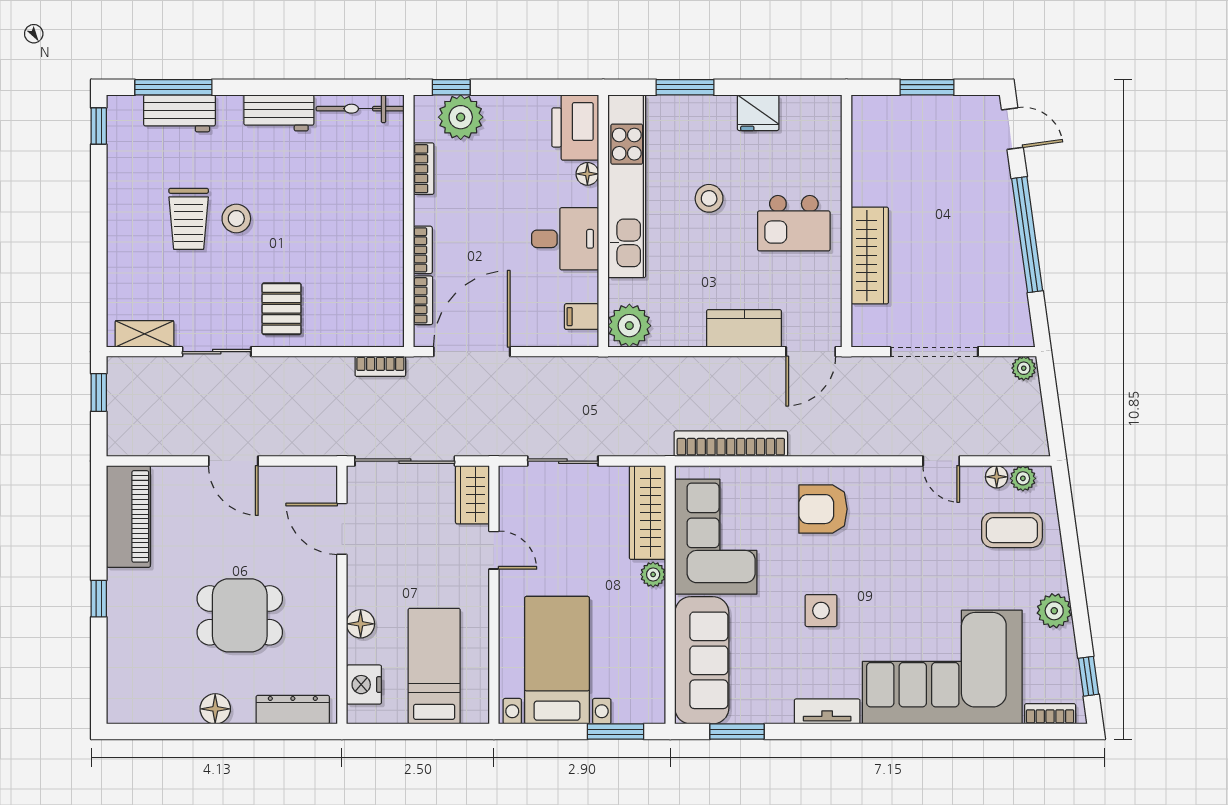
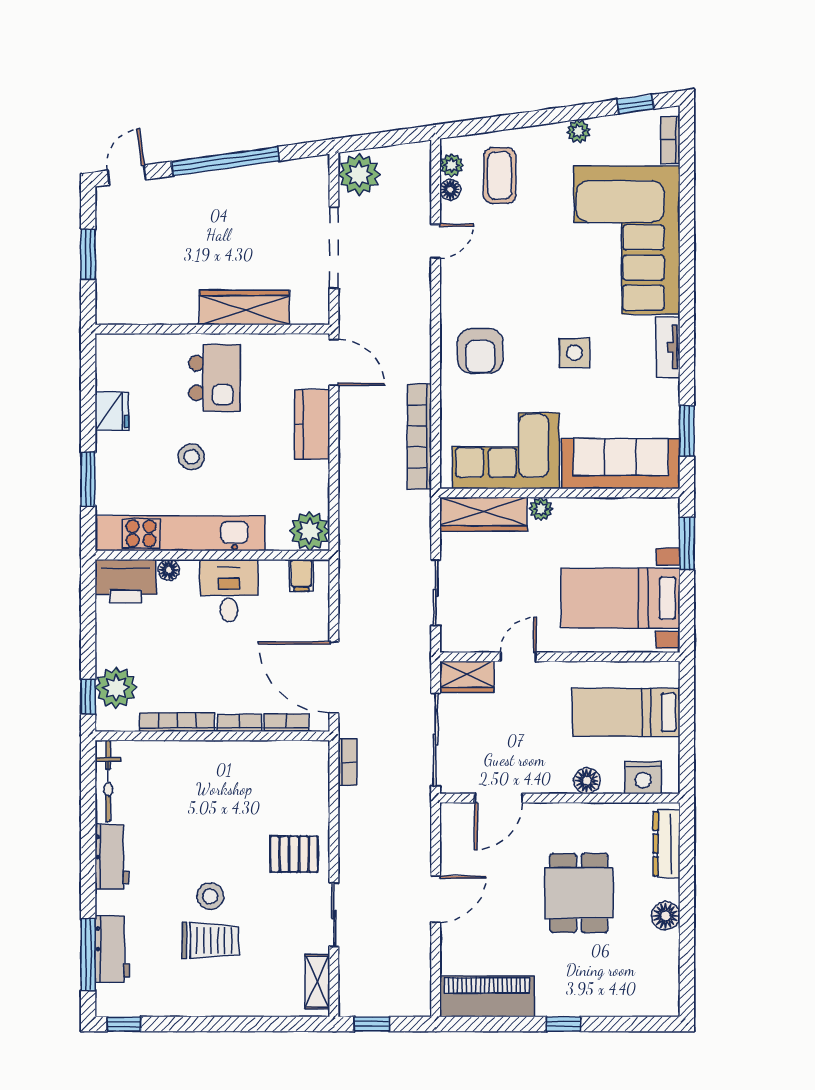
bookcase: (424, 169) -> (177, 722), width x1.56
plant: (1024, 368) -> (359, 174), width x1.88, depth x1.88
plant: (1054, 611) -> (578, 131), width x0.73, depth x0.73

